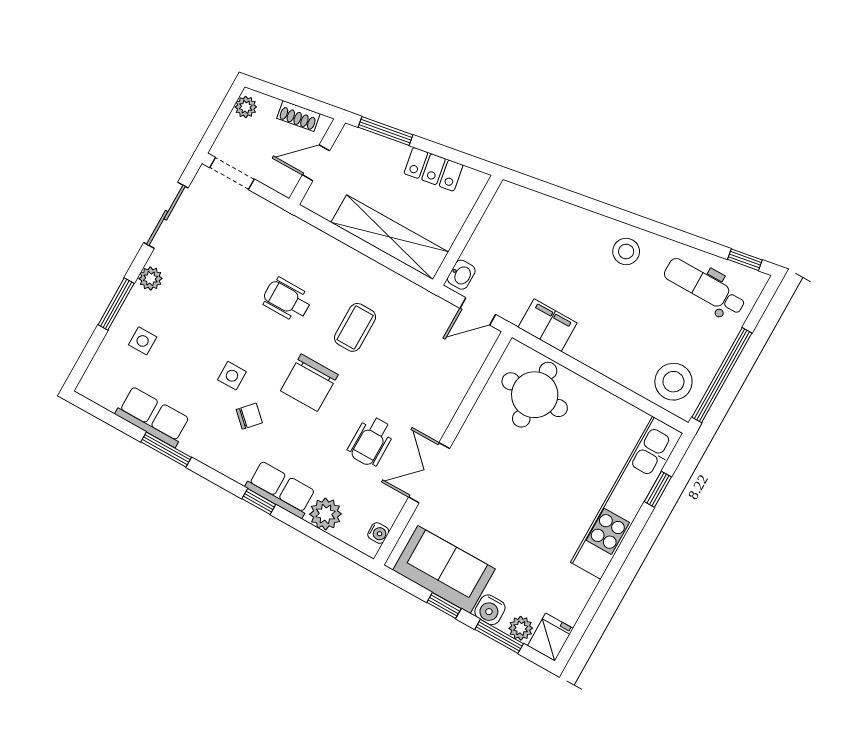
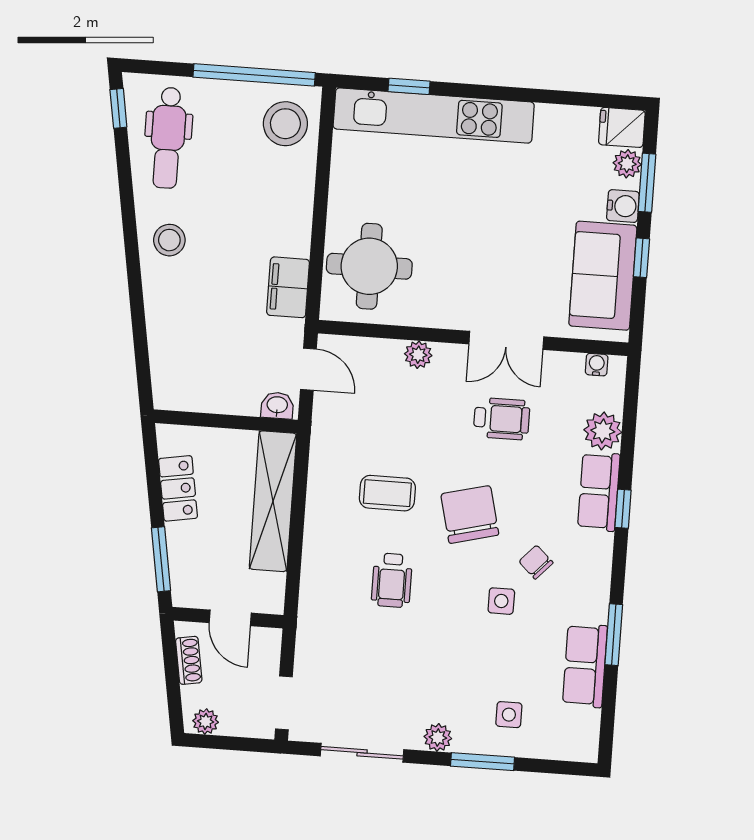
chair: (309, 383) -> (470, 514), turned -104
plant: (450, 400) -> (418, 355), added

